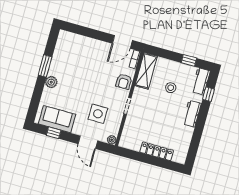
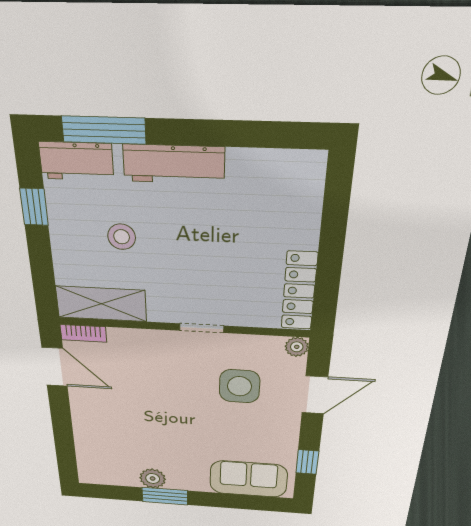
plant: (51, 82) -> (153, 479), moved
armchair: (124, 82) -> (145, 347), removed
window: (209, 94) -> (104, 130), width x2.17
workbench: (192, 114) -> (174, 164), width x1.38
sofa: (57, 119) -> (248, 479), moved, turned 90
locker: (157, 151) -> (299, 291), moved

